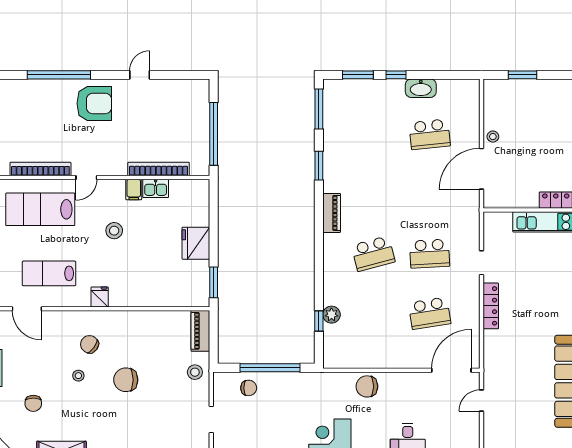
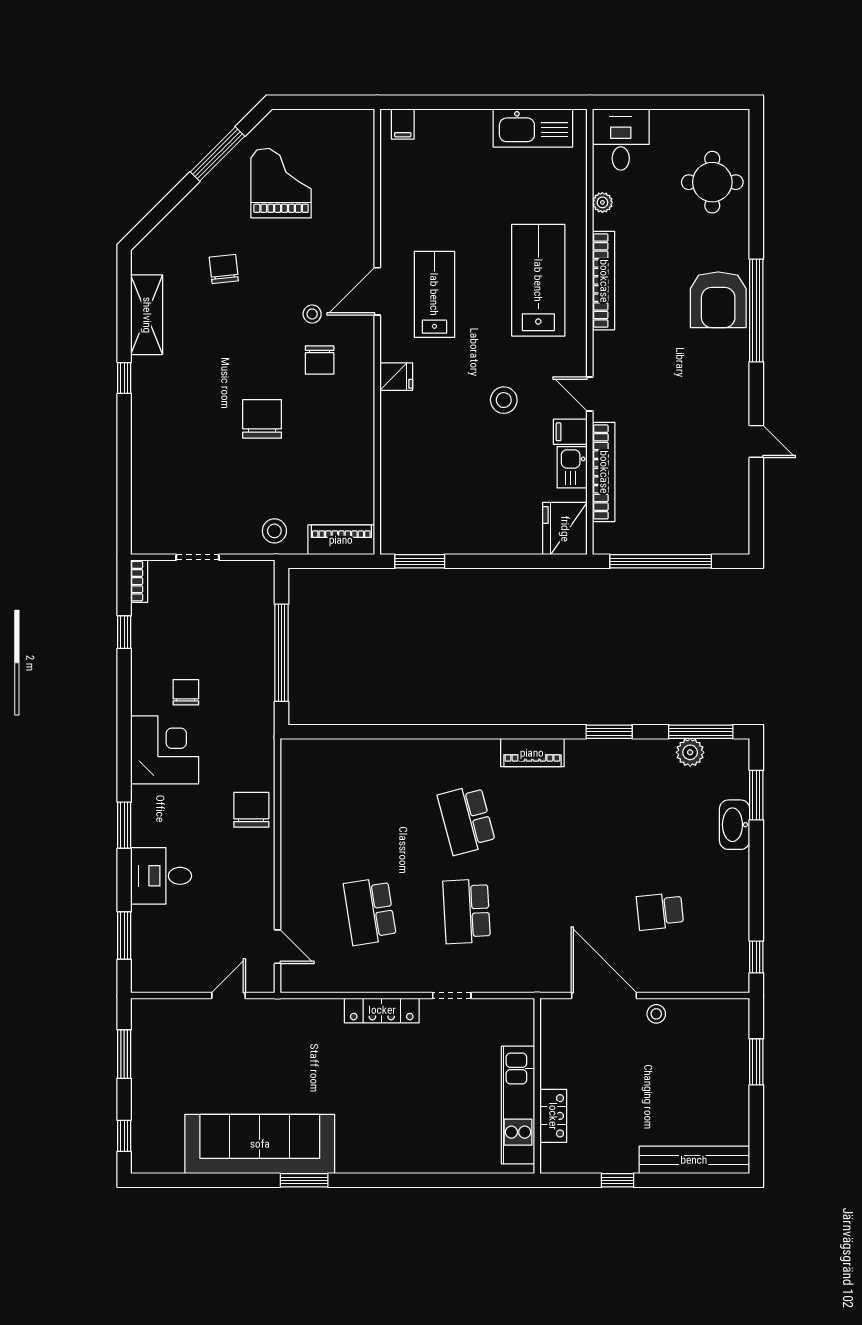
window: (396, 75) -> (756, 957), moved
washbasin: (421, 88) -> (735, 825), moved
armchair: (94, 103) -> (718, 300), moved
school desk: (430, 134) -> (660, 911), width x0.54
door: (86, 178) -> (590, 394), moved
fridge: (196, 243) -> (565, 529), moved, turned -90
door: (27, 309) -> (377, 291), moved
plant: (331, 315) -> (690, 752), moved
window: (319, 321) -> (357, 732), removed
chair: (89, 344) -> (320, 360), turned 144
door: (451, 370) -> (278, 947), width x0.53
stool: (78, 376) -> (312, 314), moved
chair: (249, 388) -> (186, 692), moved, turned 180
door: (481, 400) -> (228, 995), hinge flipped
chair: (33, 403) -> (224, 269), turned 84

